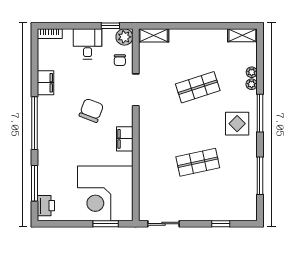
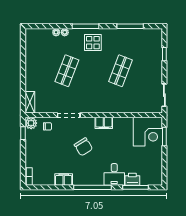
shelving: (242, 35) -> (30, 39), removed
desk: (88, 44) -> (114, 174), moved, turned -90
shop shelf: (198, 87) -> (67, 71), turned 39
chair: (91, 110) -> (83, 147), turned -143
shop shelf: (198, 162) -> (120, 71), turned 33
corner desk: (105, 193) -> (148, 132), width x0.74, depth x0.74
printer: (46, 206) -> (132, 179), moved

